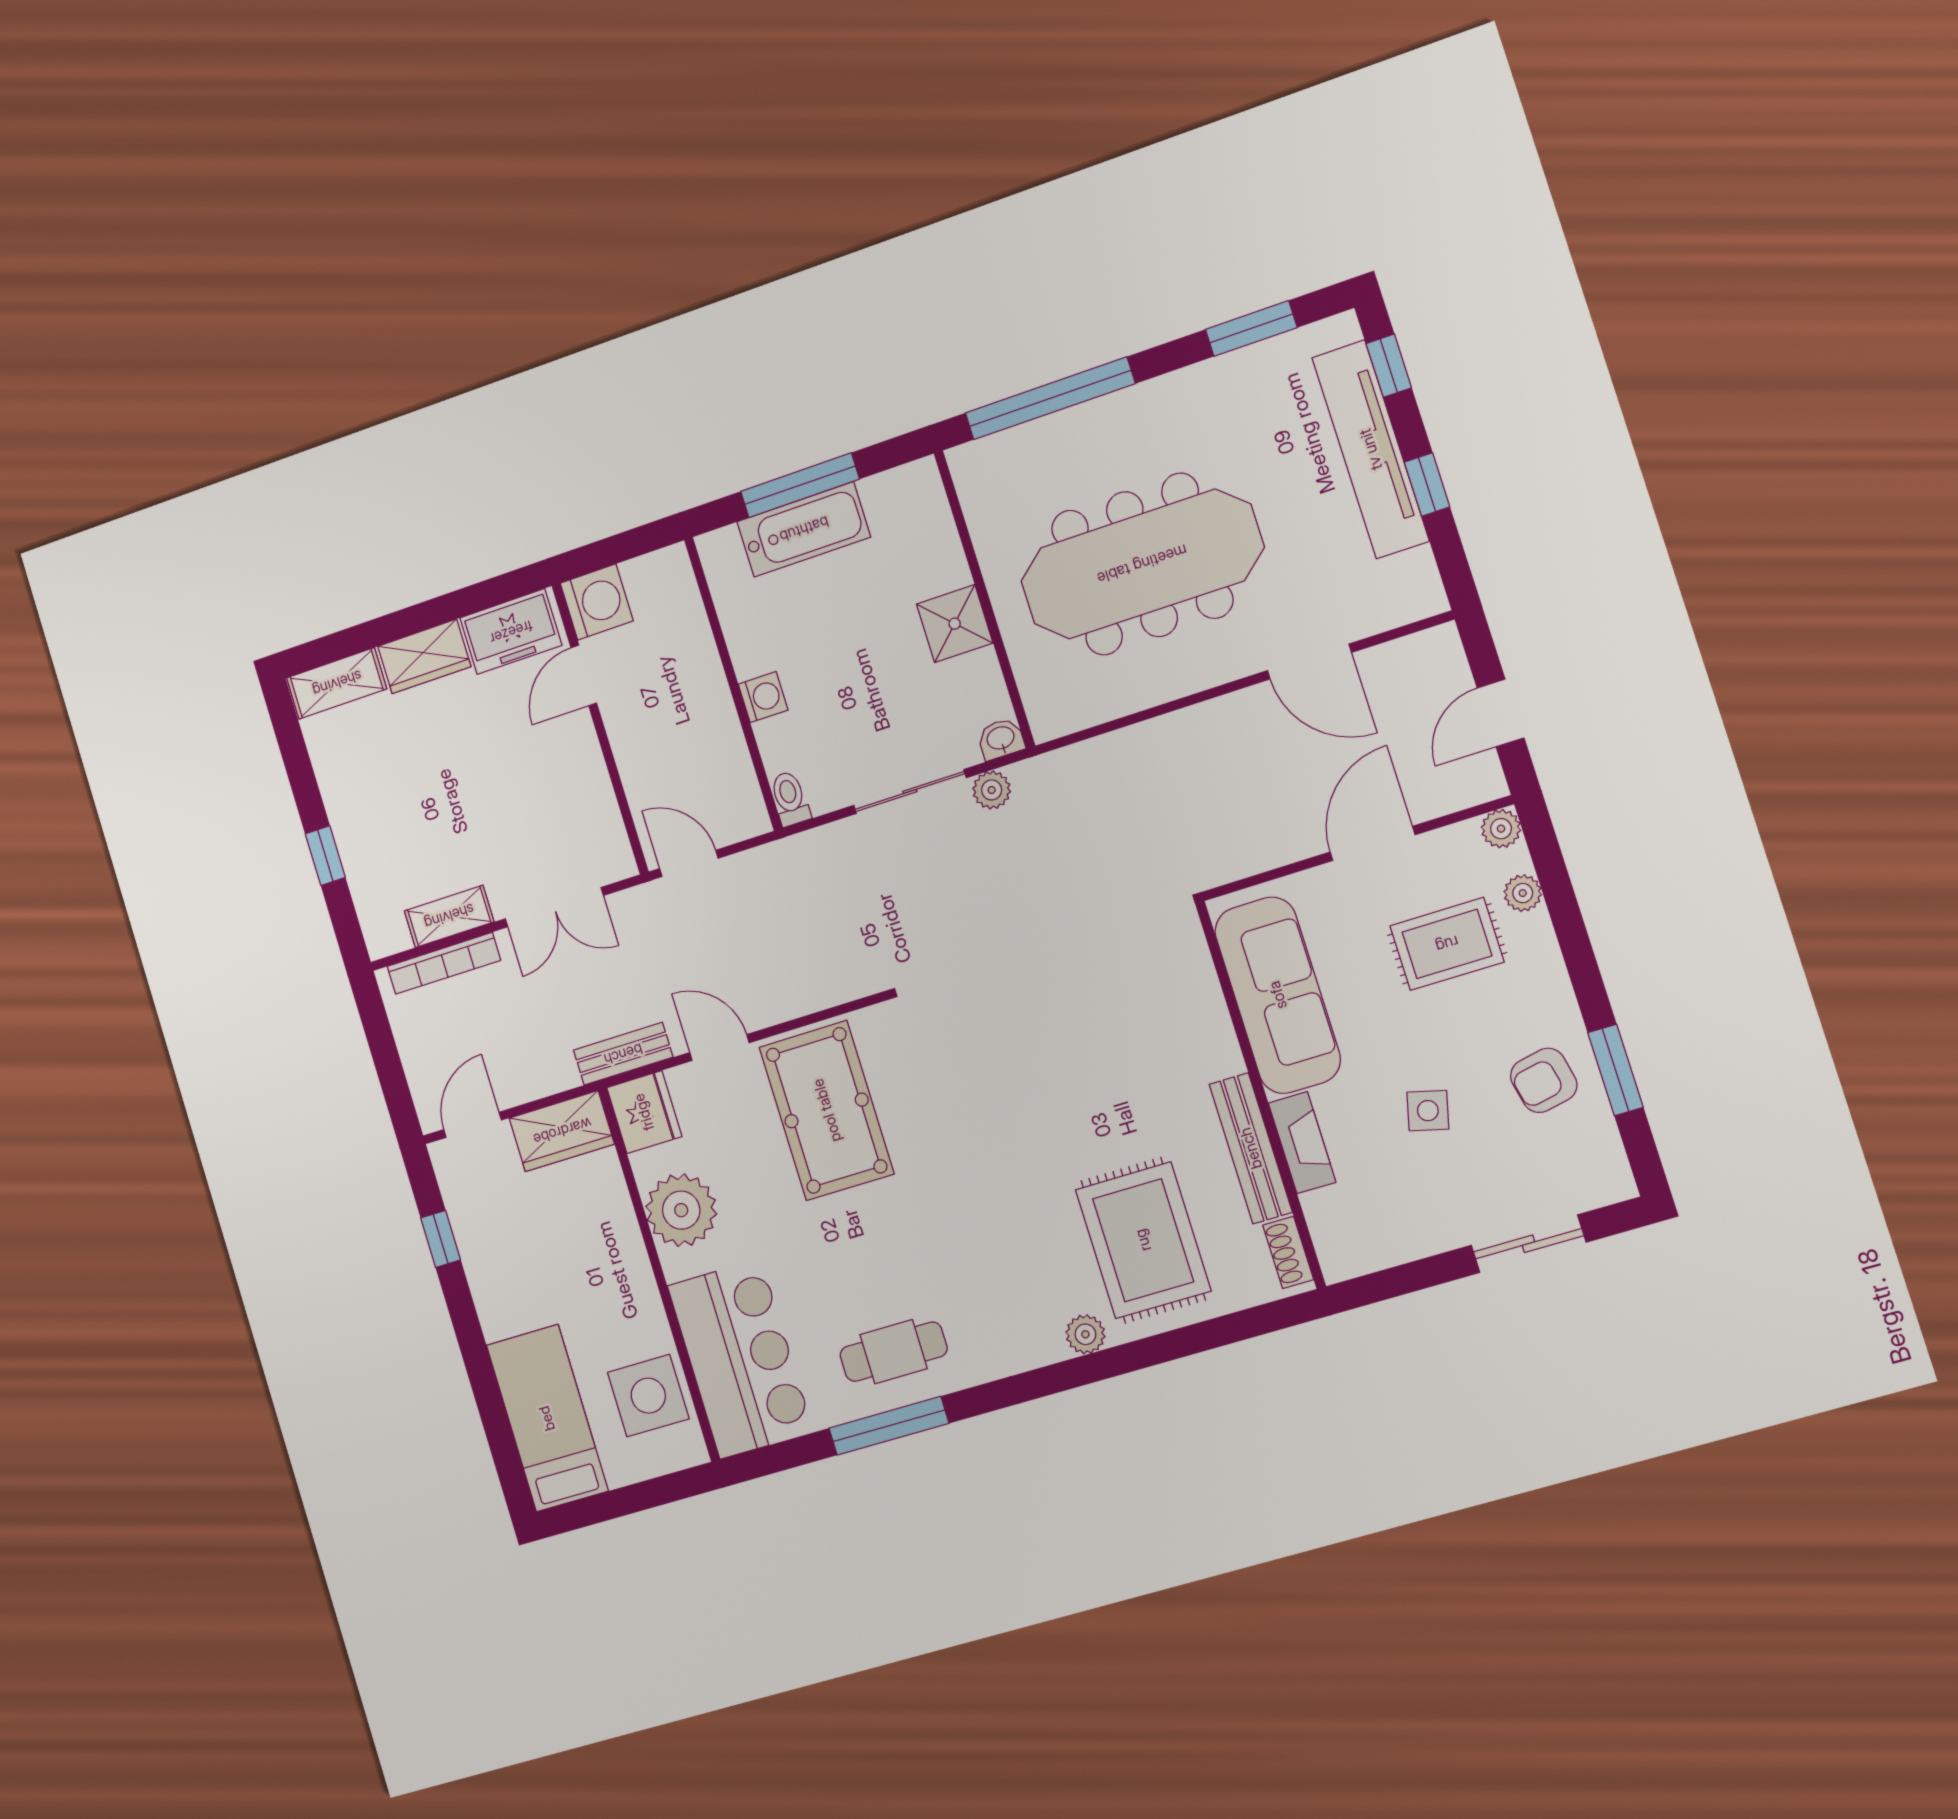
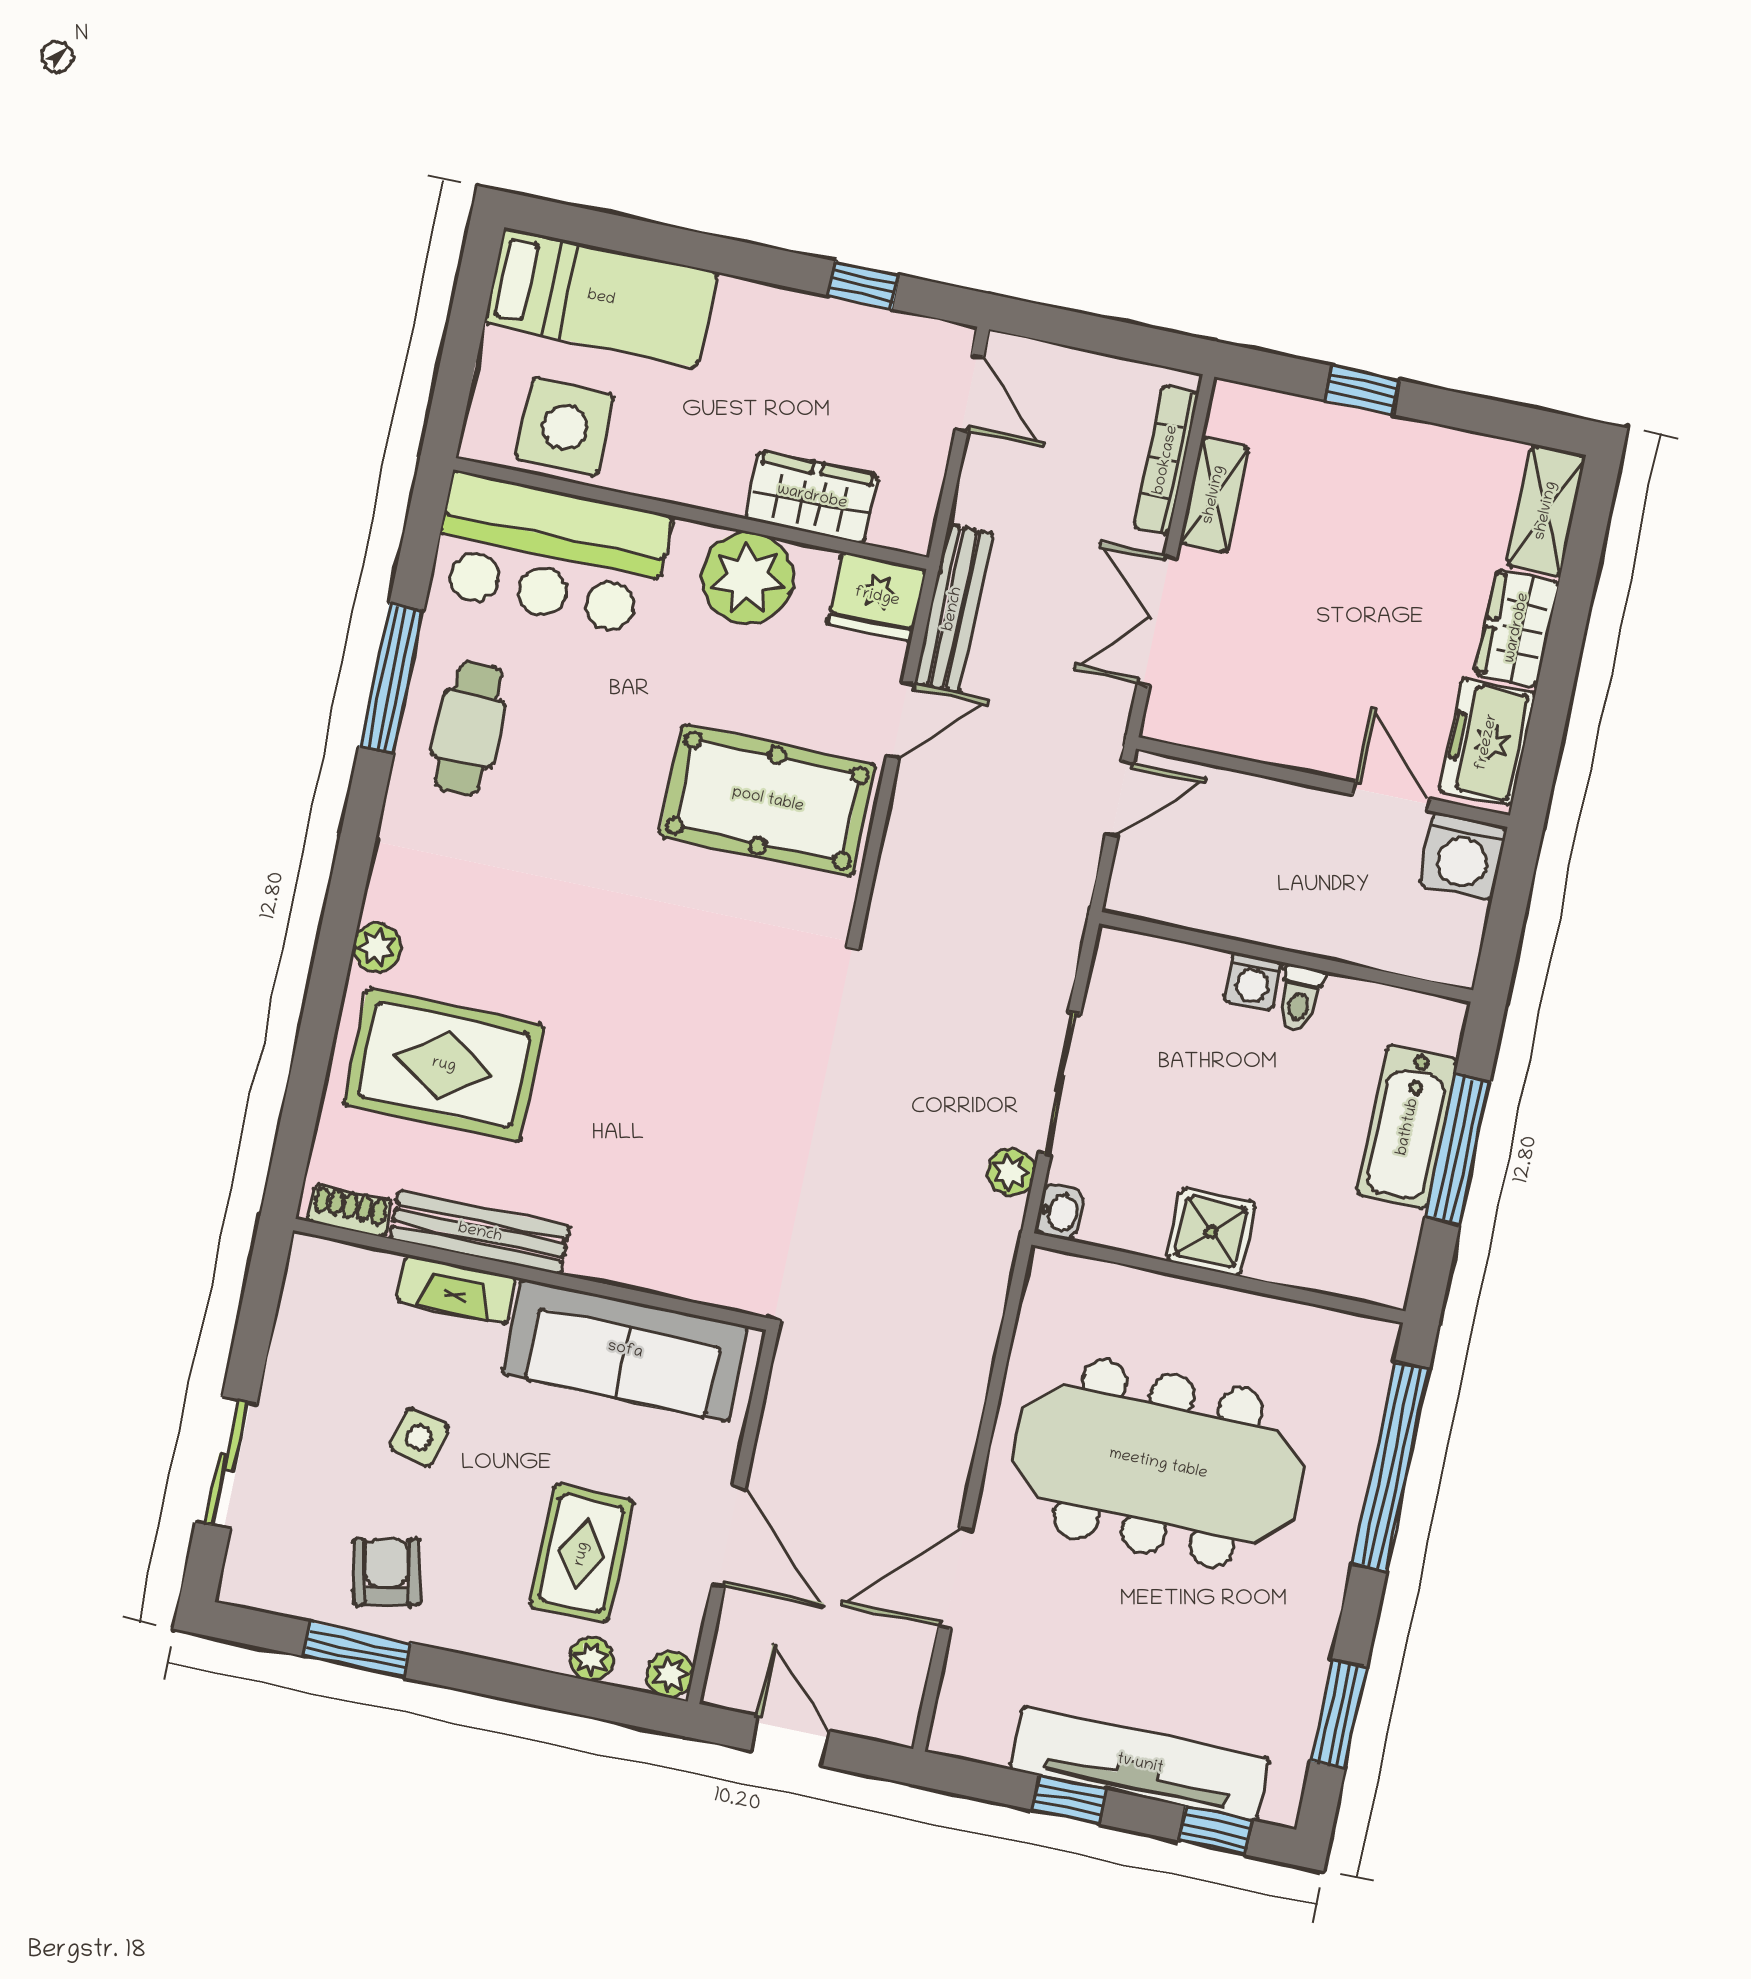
meeting table: (1142, 564) -> (1158, 1464), turned 90
toilet: (790, 799) -> (1300, 998), moved, turned 90
bench: (623, 1054) -> (953, 609), width x1.36
wardrobe: (562, 1131) -> (812, 497), moved, turned 90

